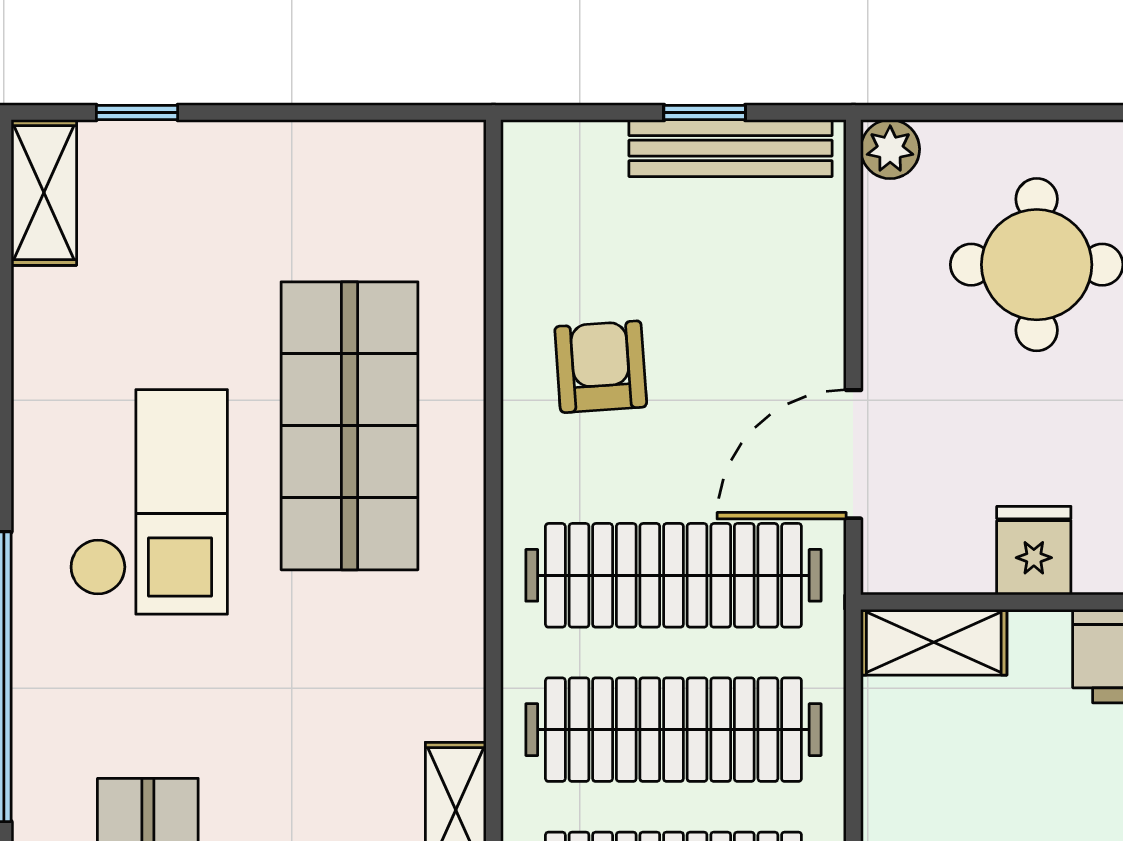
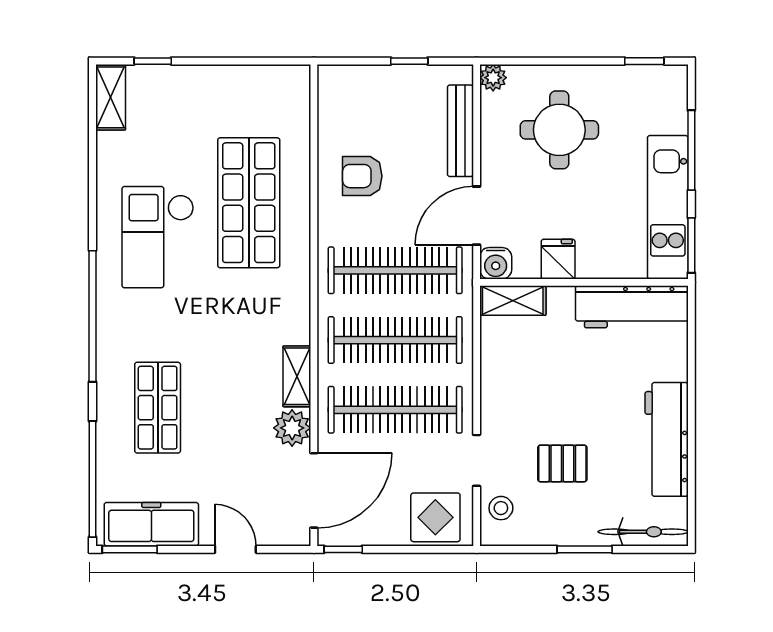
bench: (730, 148) -> (460, 131), moved, turned 90
armchair: (601, 367) -> (362, 176), turned -86
checkout: (148, 502) -> (158, 237), turned 180
water cooler: (896, 560) -> (496, 263), added

